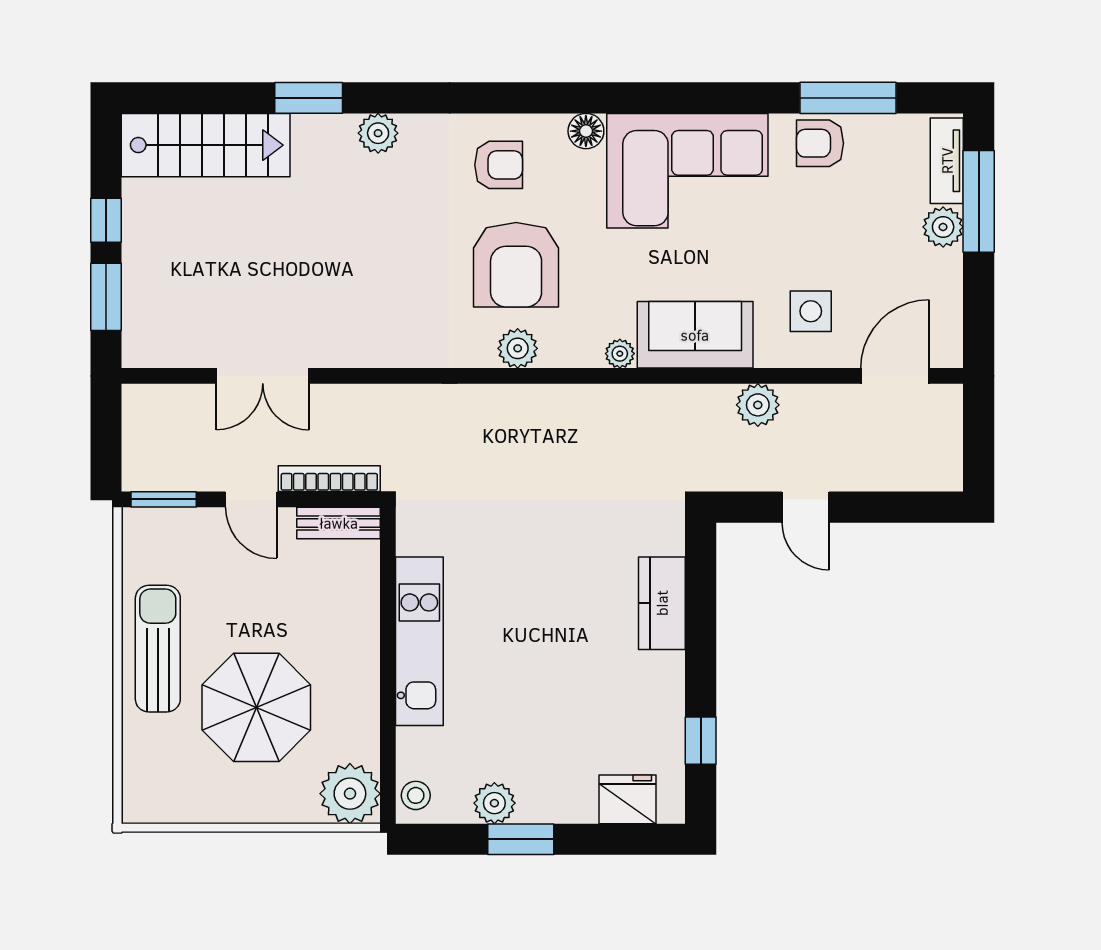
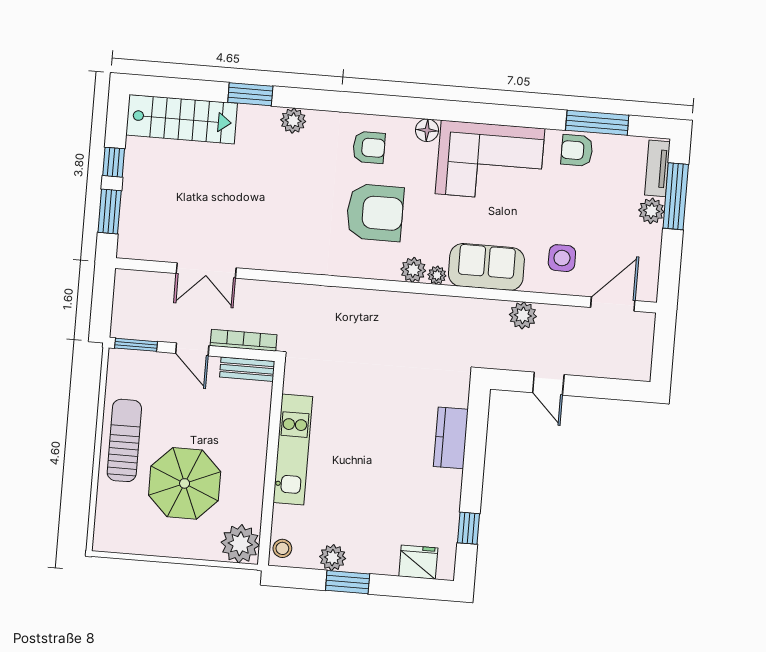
armchair: (516, 265) -> (375, 213), turned -90
plant: (518, 348) -> (413, 270), moved

